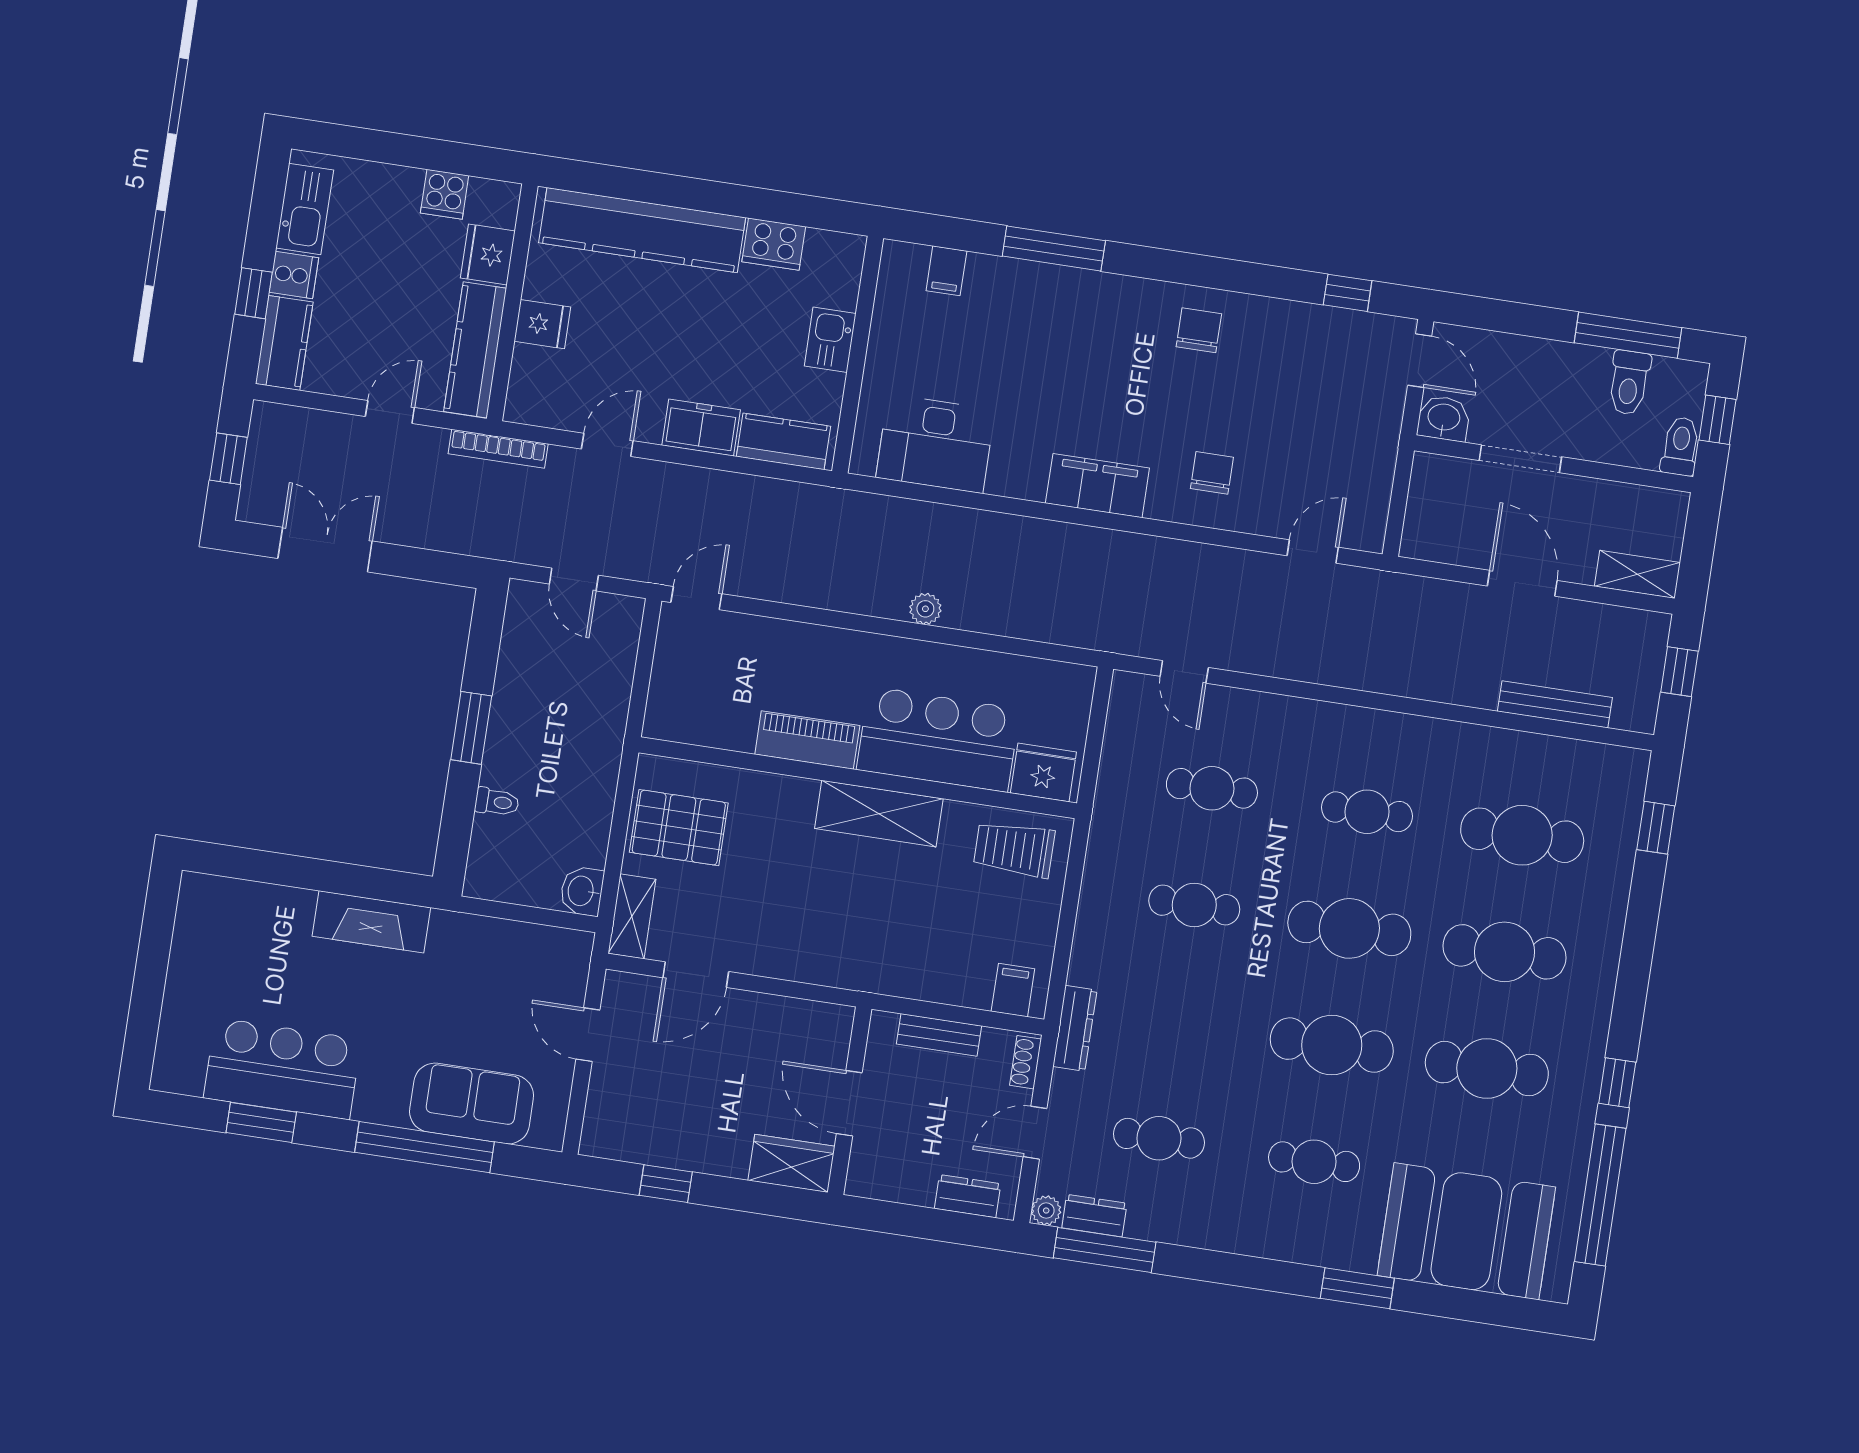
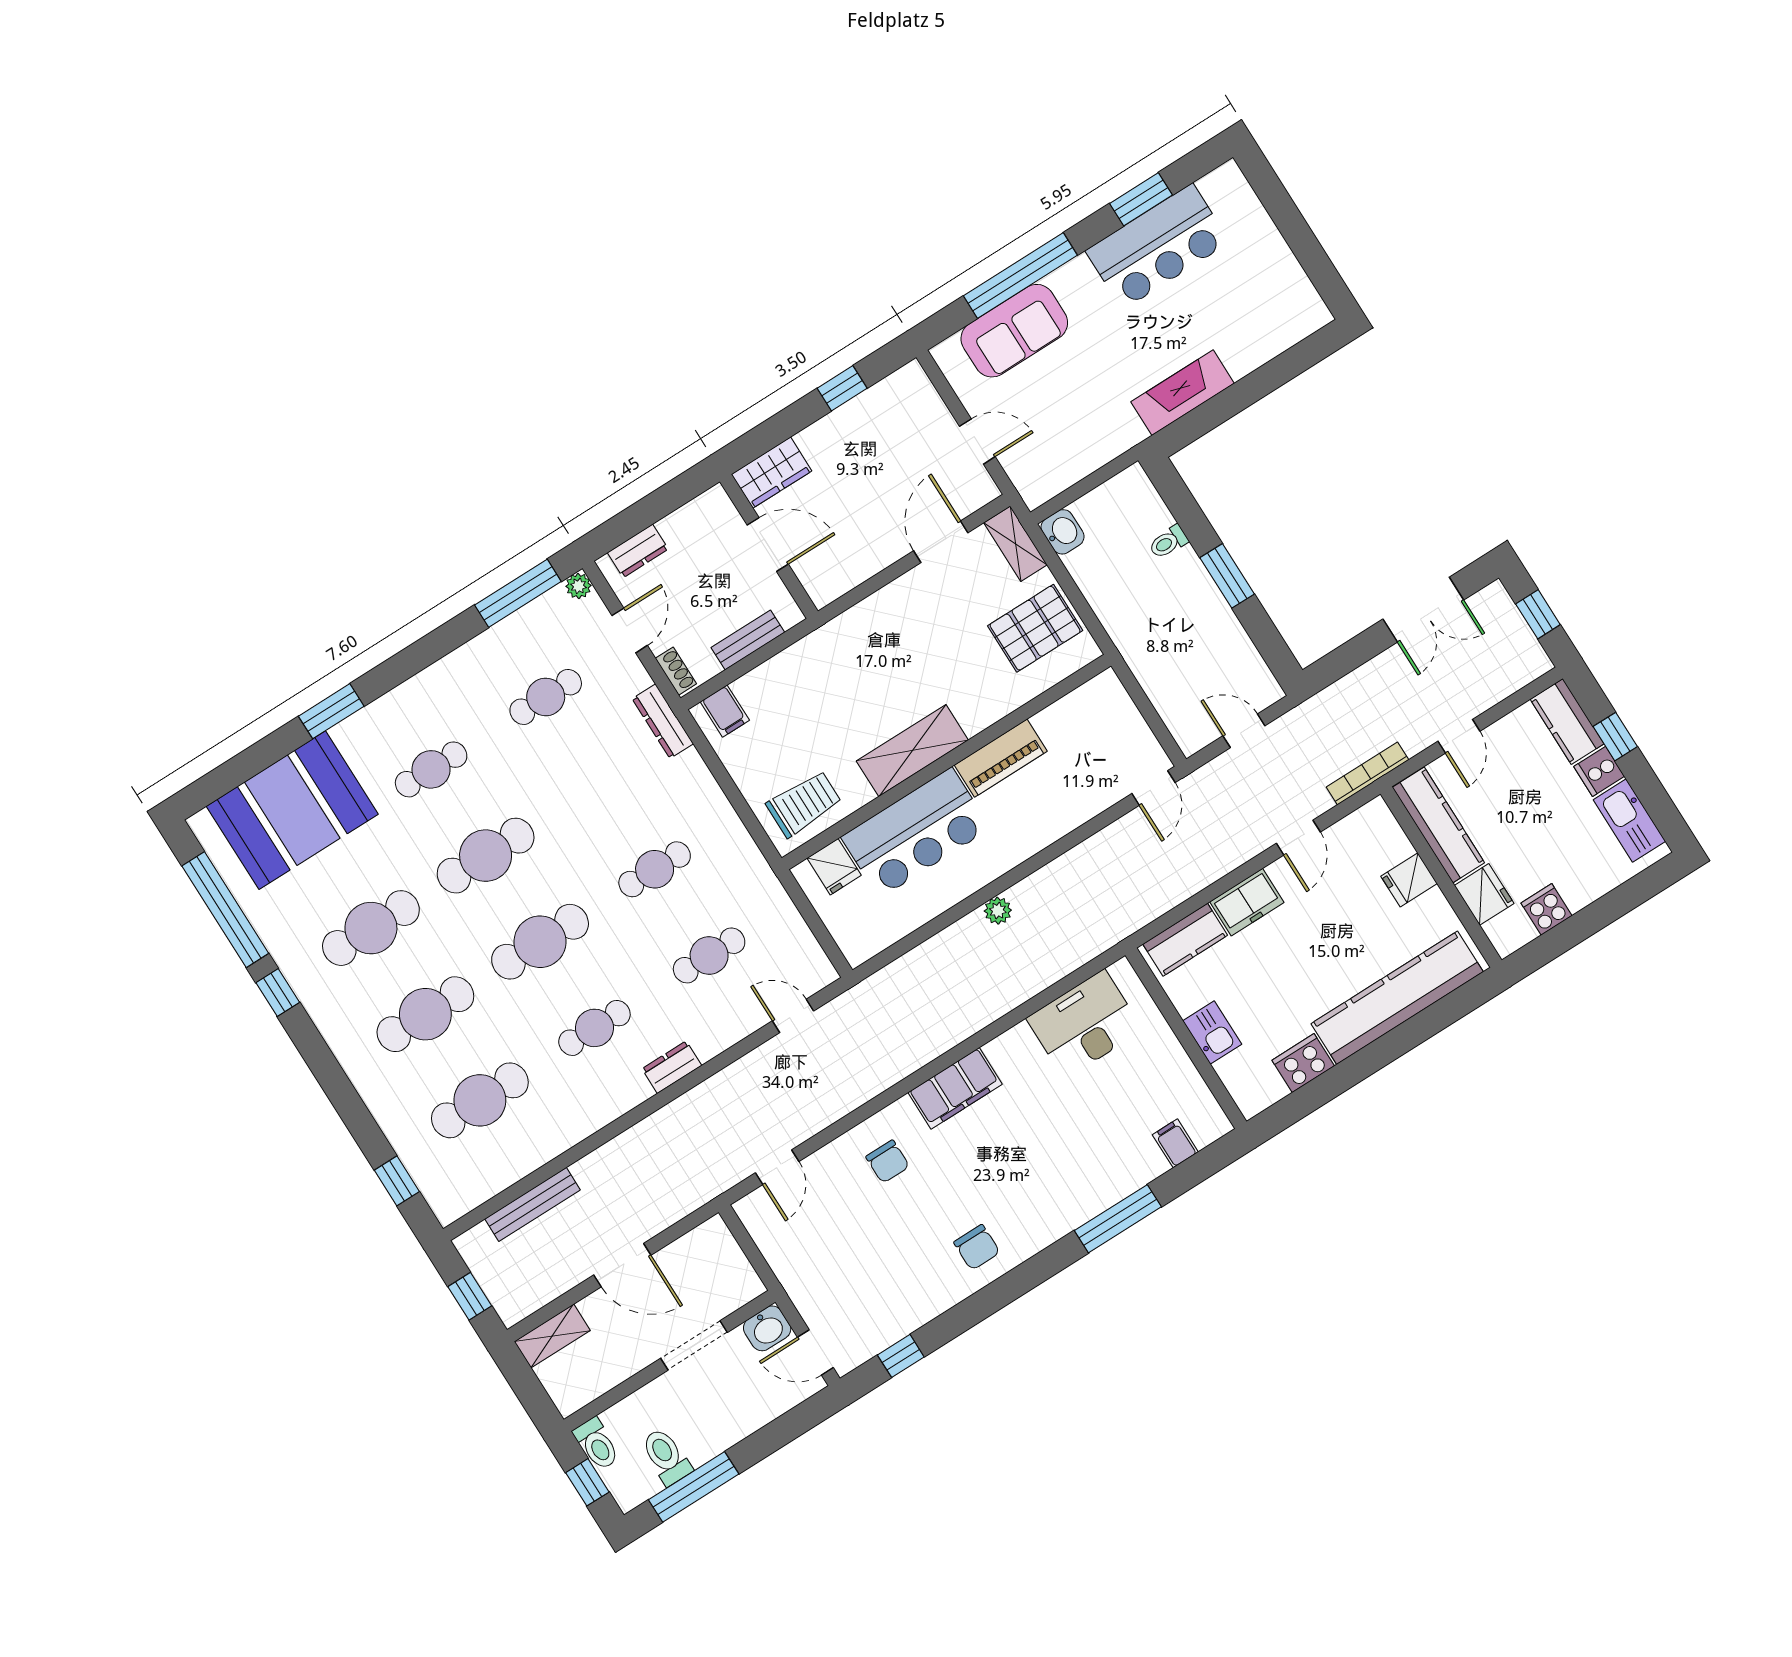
fridge: (1043, 772) -> (834, 867), width x0.72
dresser: (1094, 1216) -> (672, 1067), moved, turned 180

